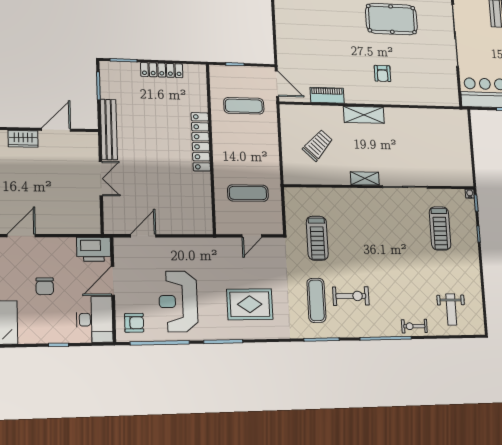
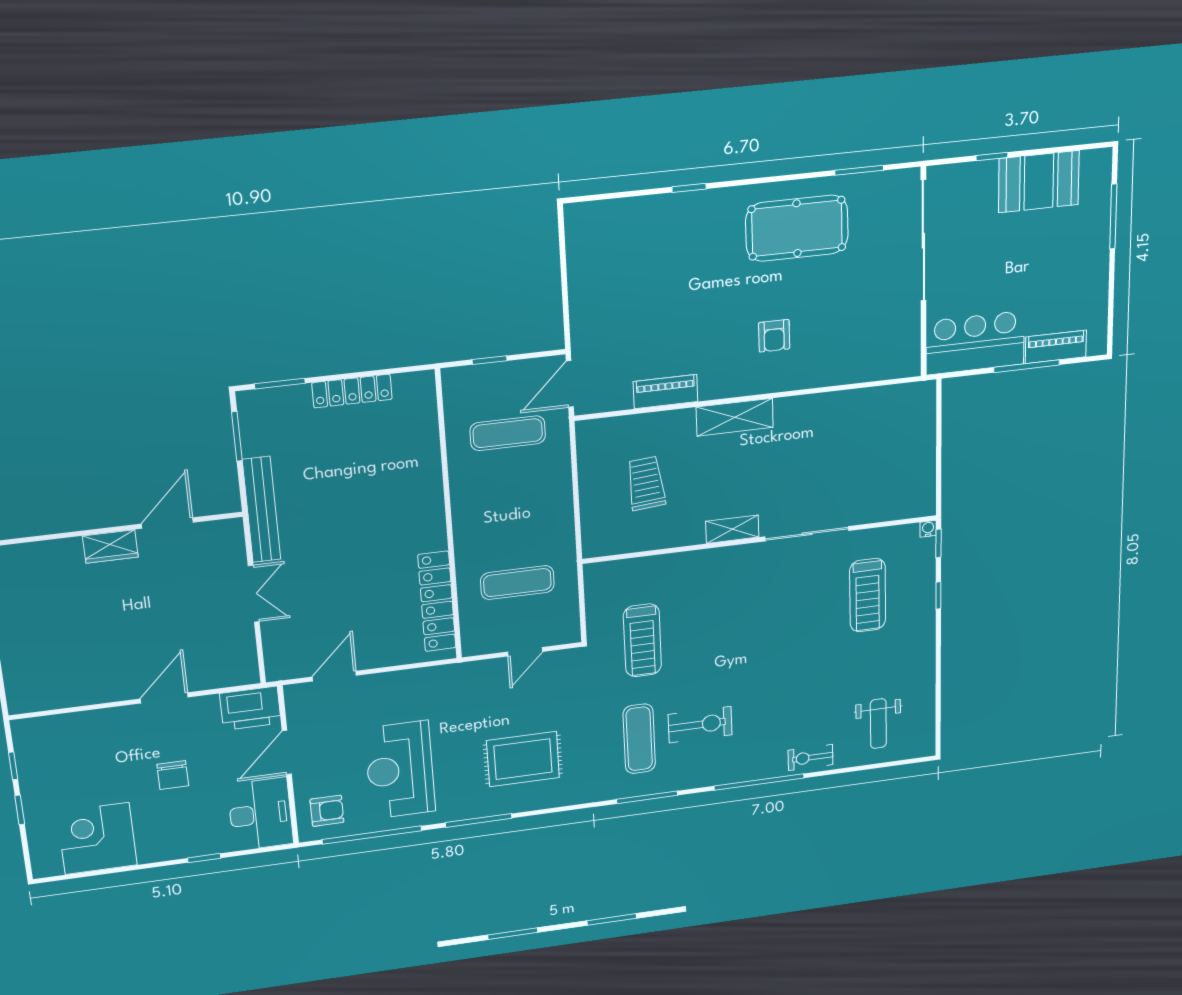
door: (277, 84) -> (570, 384), swing flipped
locker: (201, 142) -> (437, 601), moved
trolley: (318, 145) -> (646, 483), turned -48
door: (21, 236) -> (164, 698), moved

